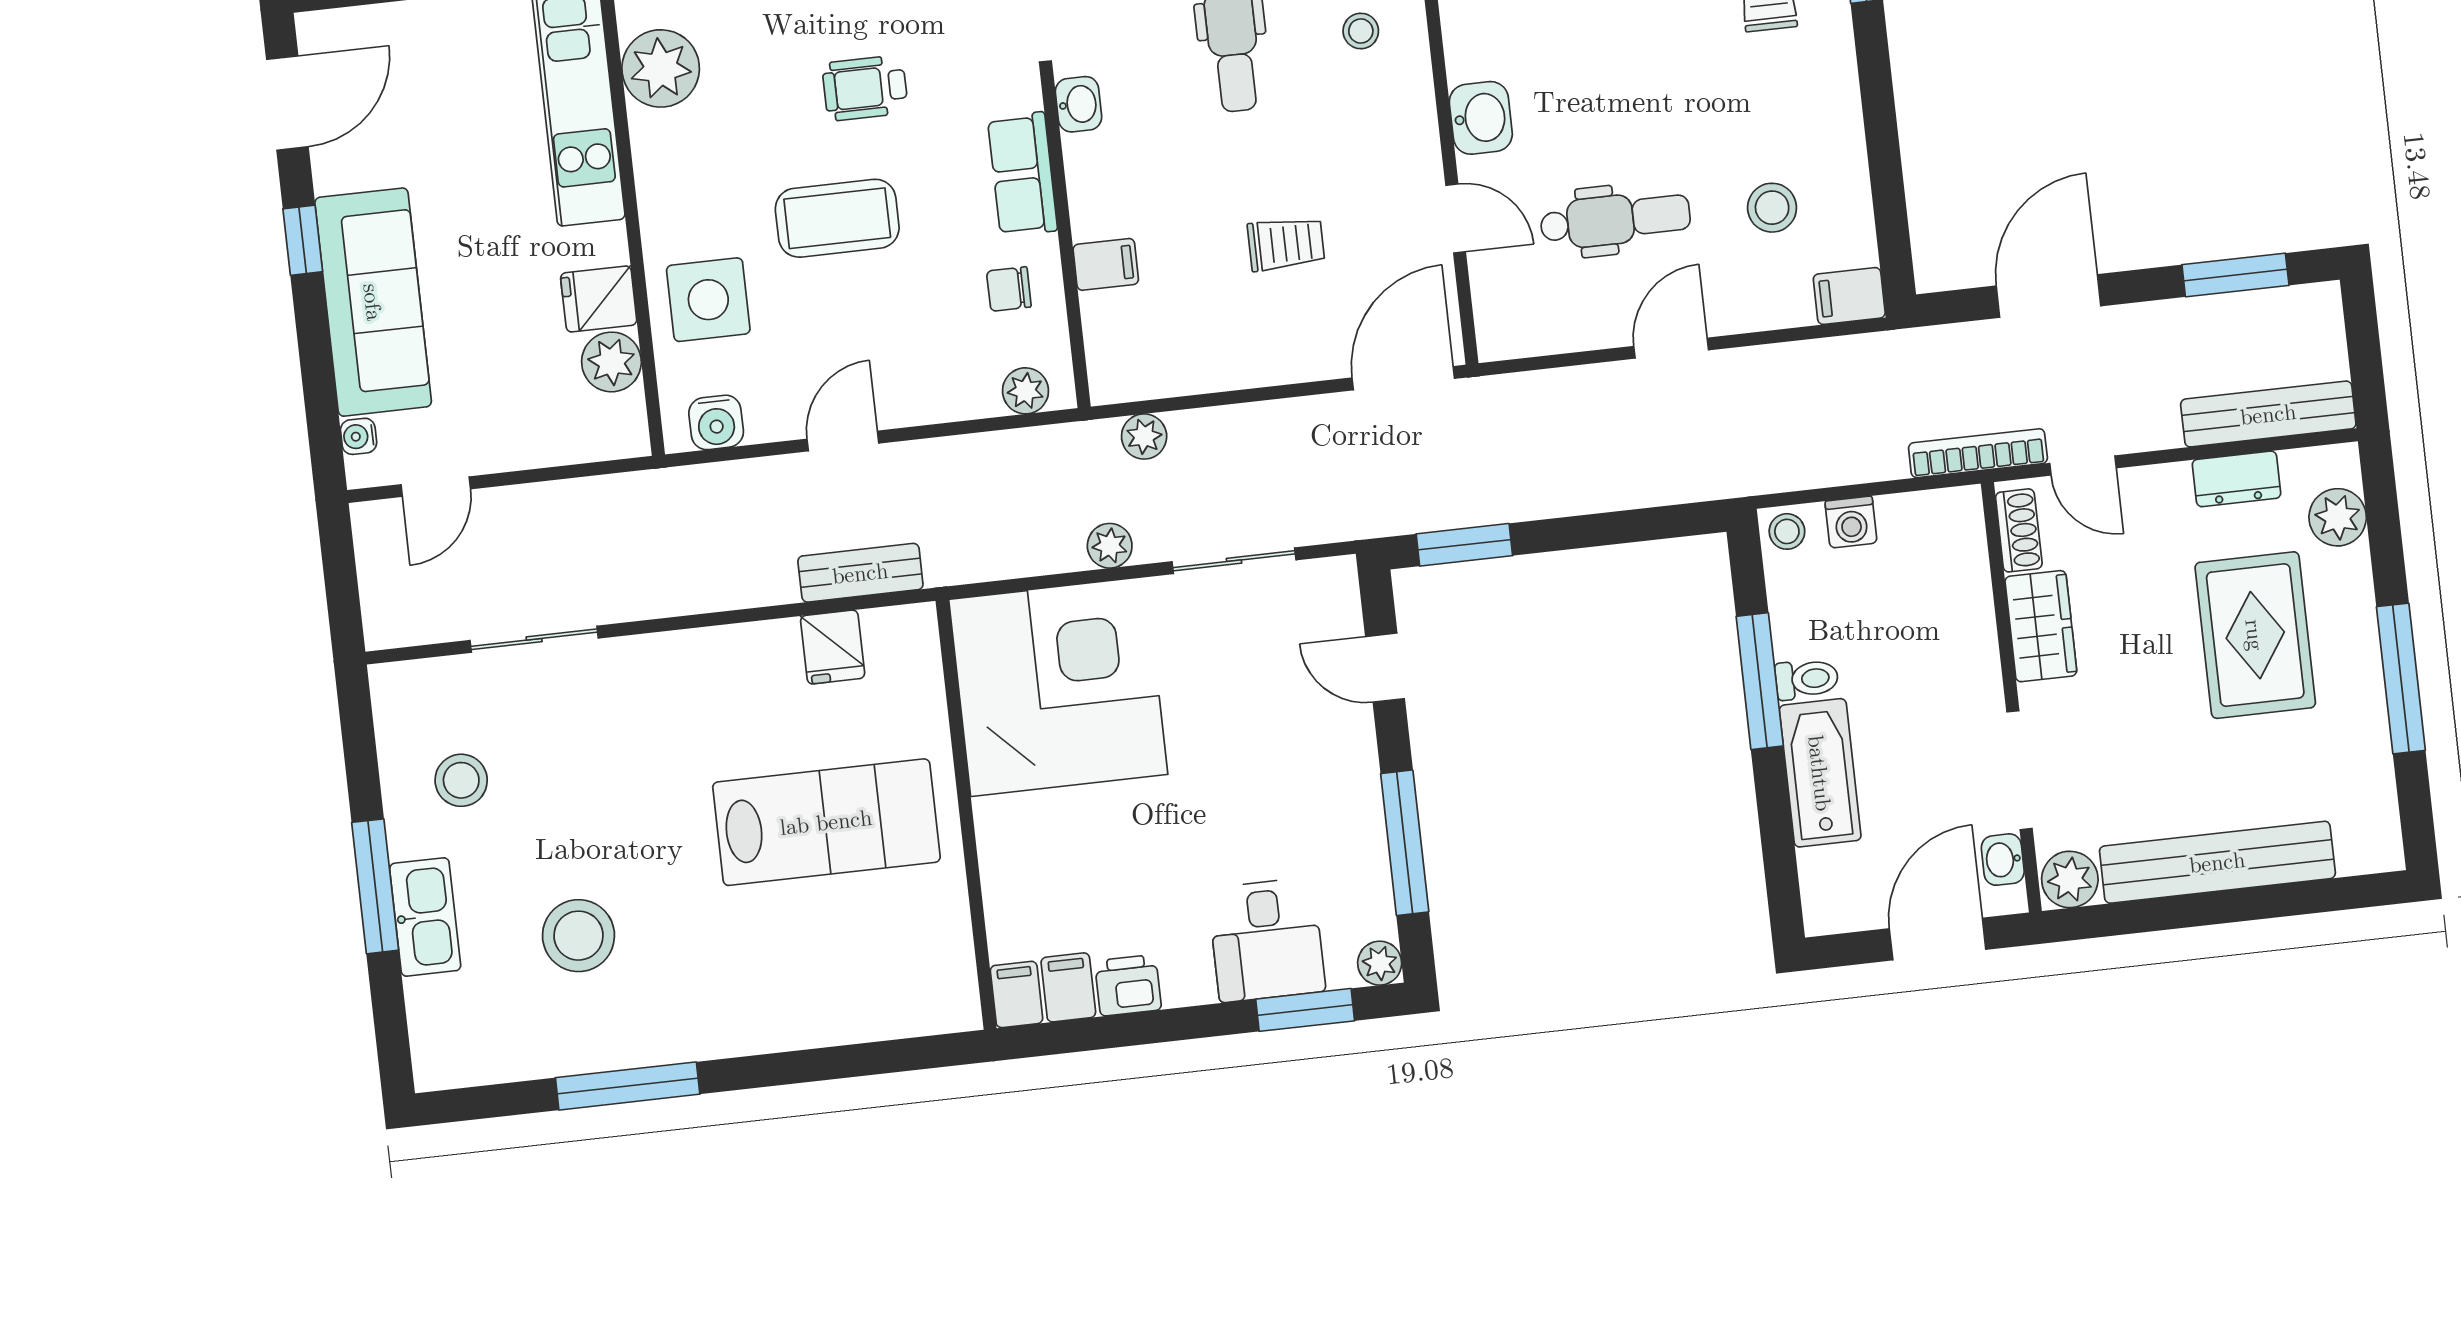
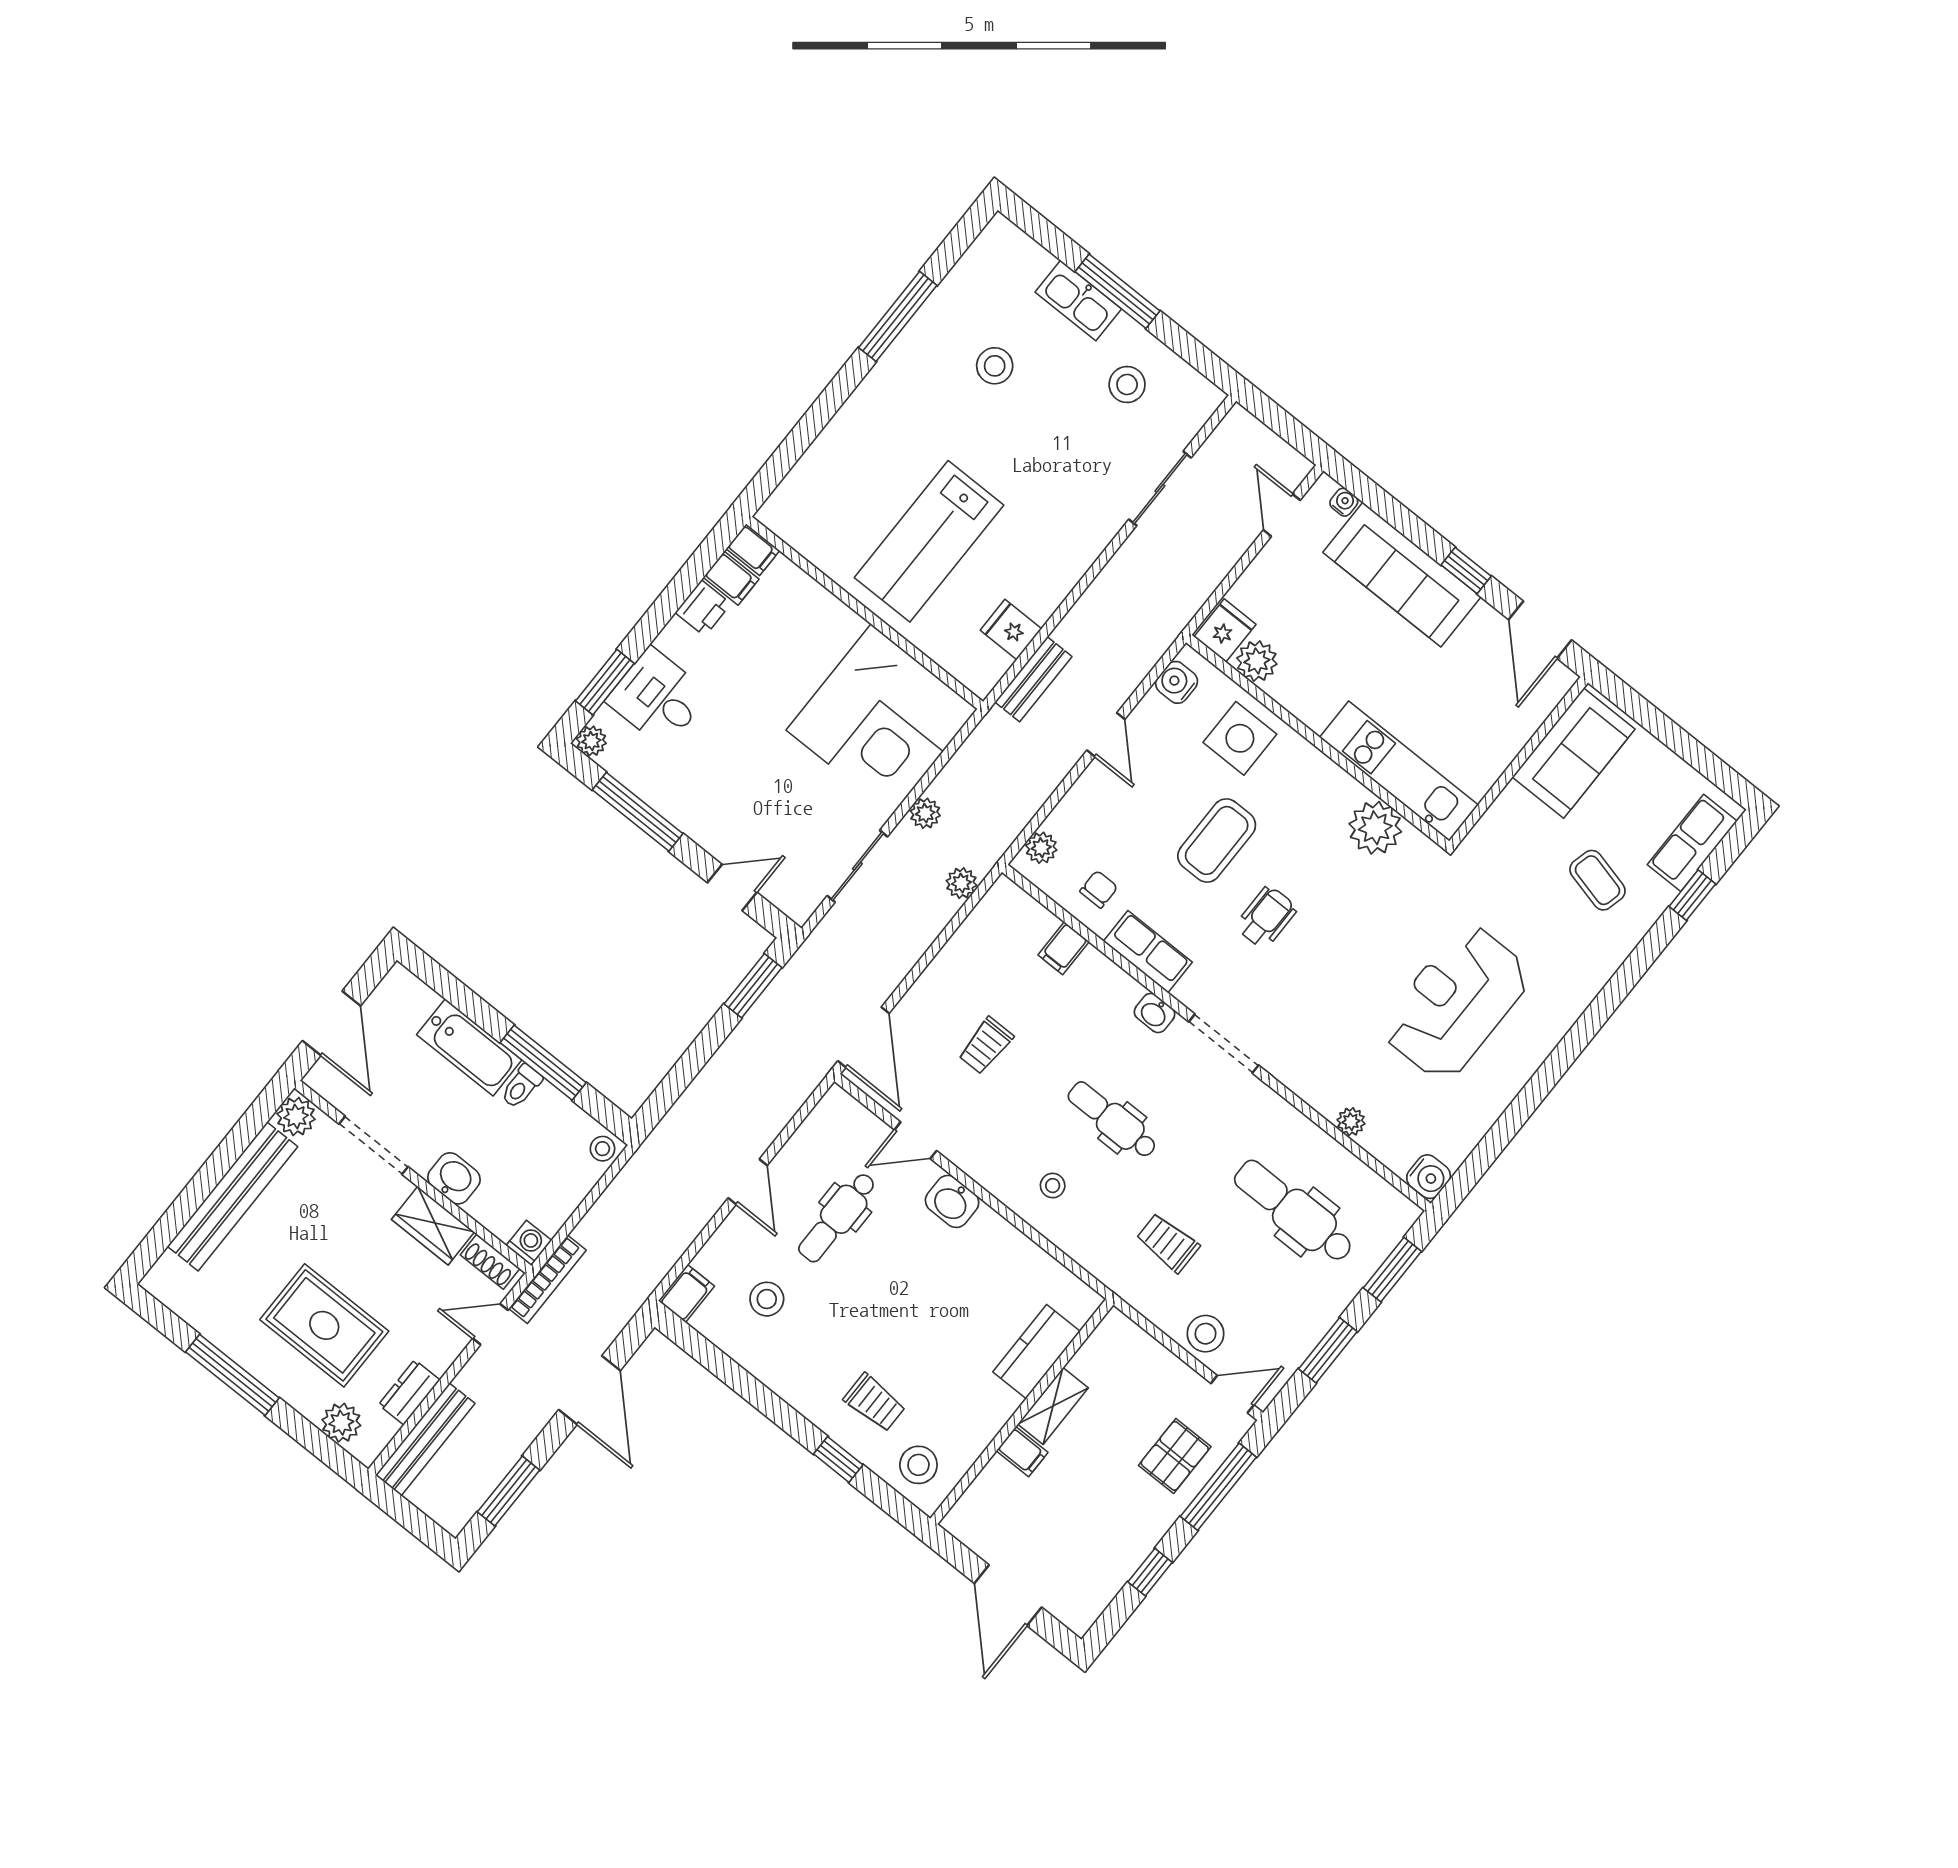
fridge: (599, 299) -> (1225, 631), moved
washing machine: (1851, 522) -> (529, 1243), moved, turned 90
washbasin: (2003, 860) -> (454, 1178), moved, width x1.38, depth x1.45
stool: (578, 936) -> (995, 366), width x0.73, depth x0.73

